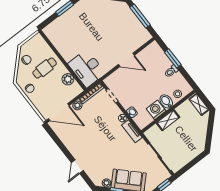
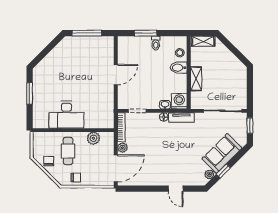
desk: (87, 68) -> (66, 115), moved
washing machine: (156, 110) -> (179, 101), moved, turned 90

